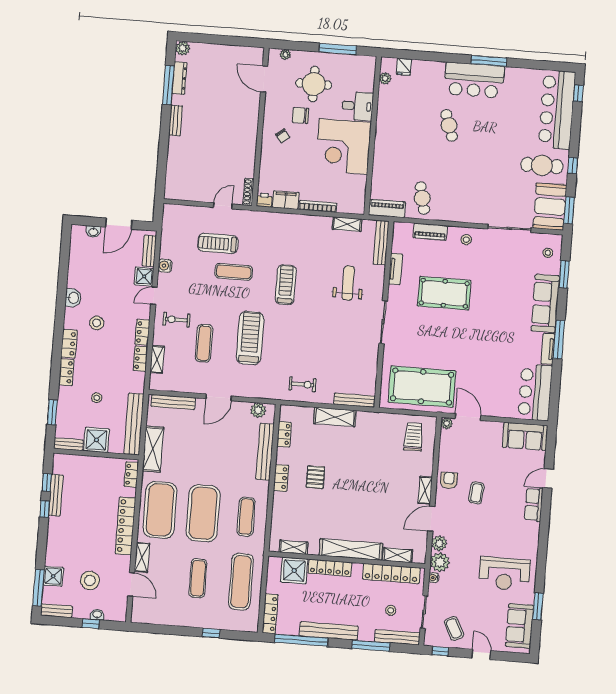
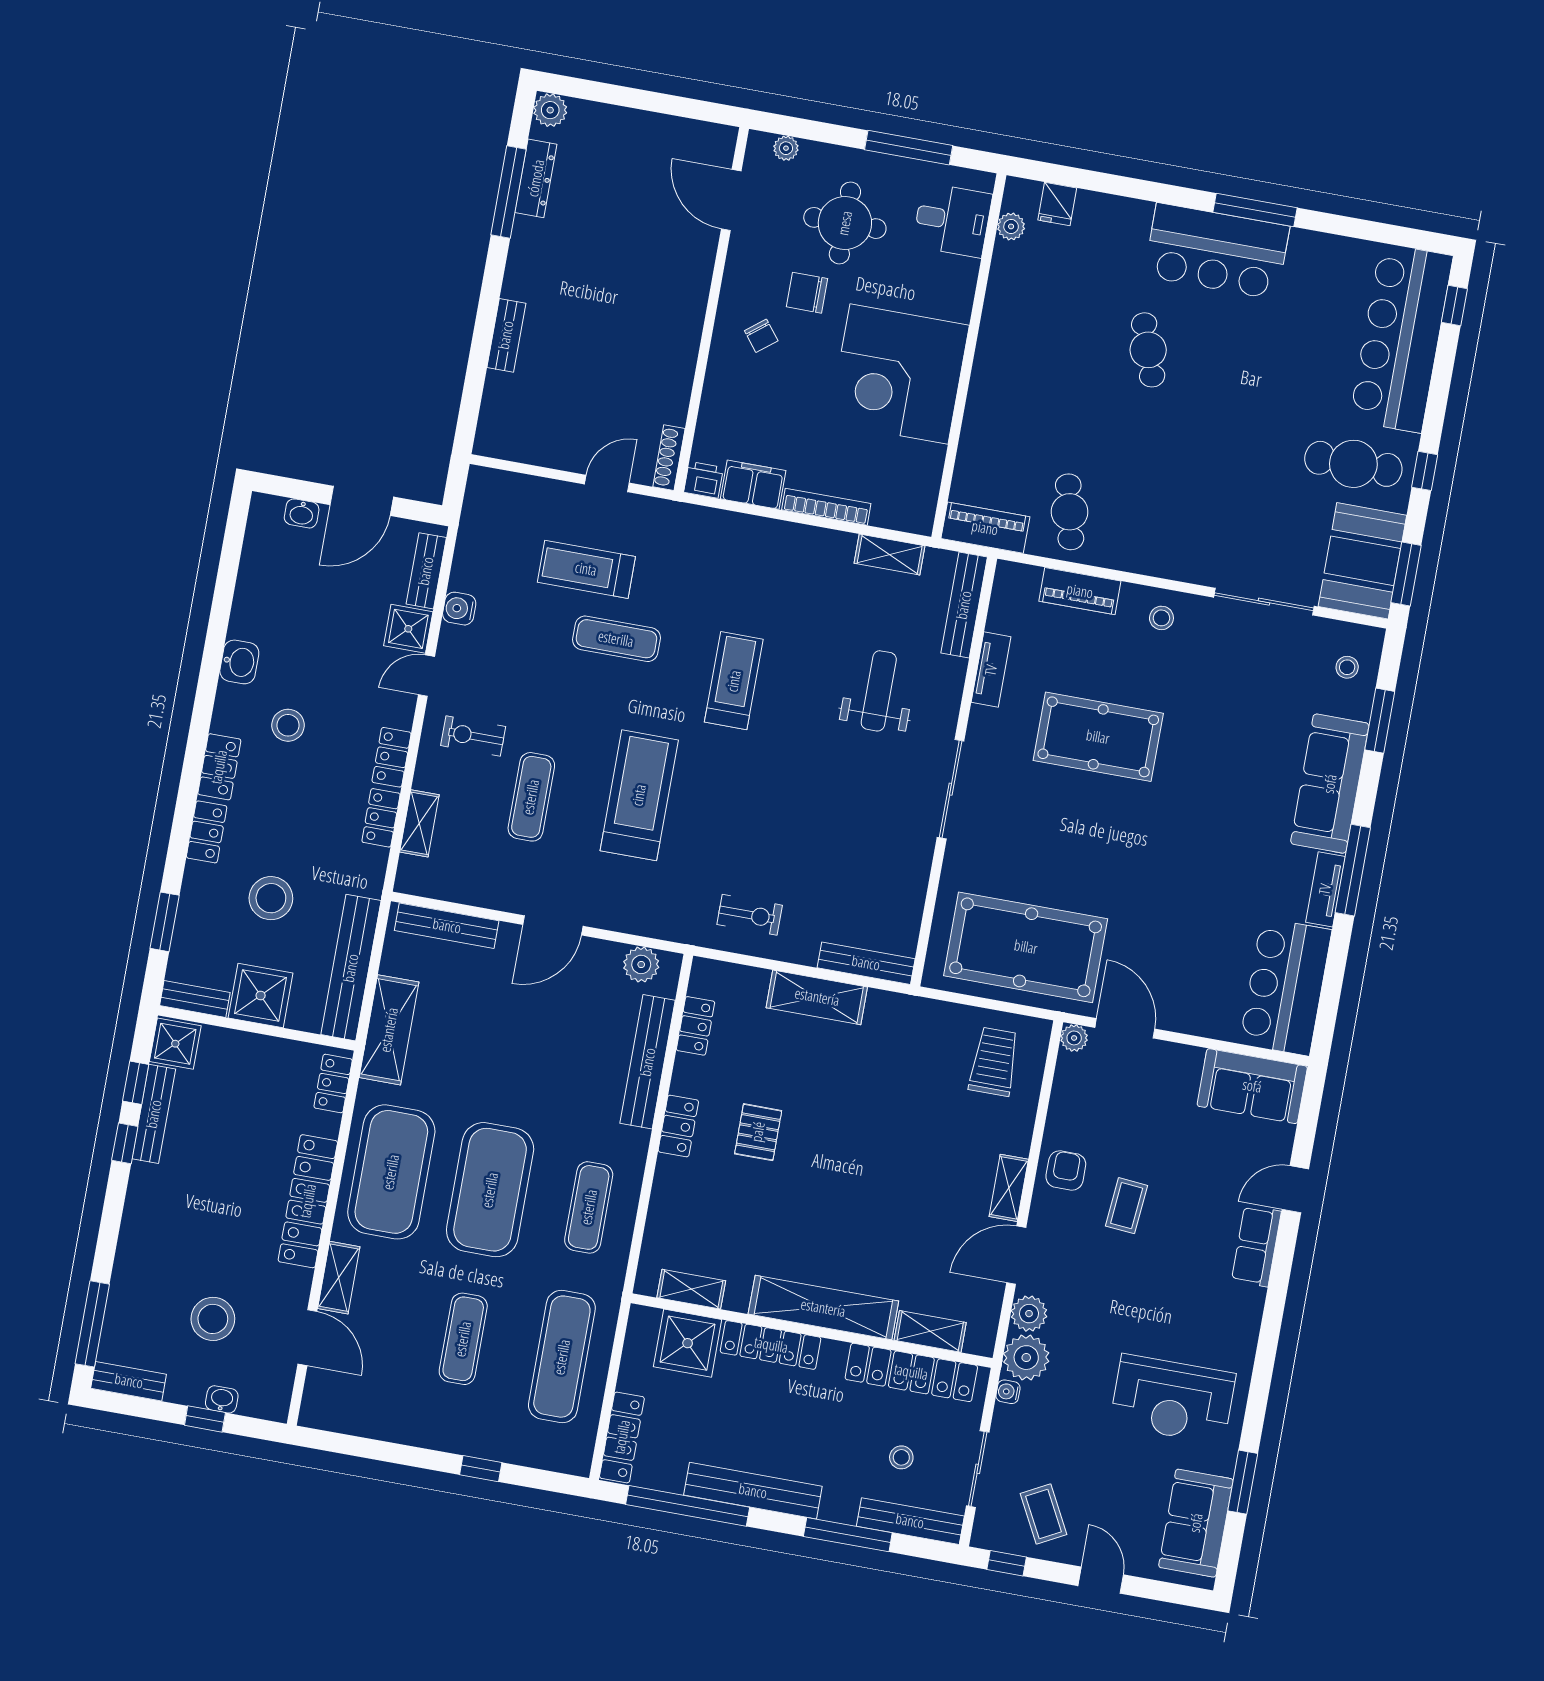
desk: (357, 106) -> (952, 220), moved
bench: (176, 121) -> (506, 335), moved
stool: (97, 398) -> (271, 898), width x1.89, depth x1.89
shower: (53, 576) -> (175, 1044), moved

